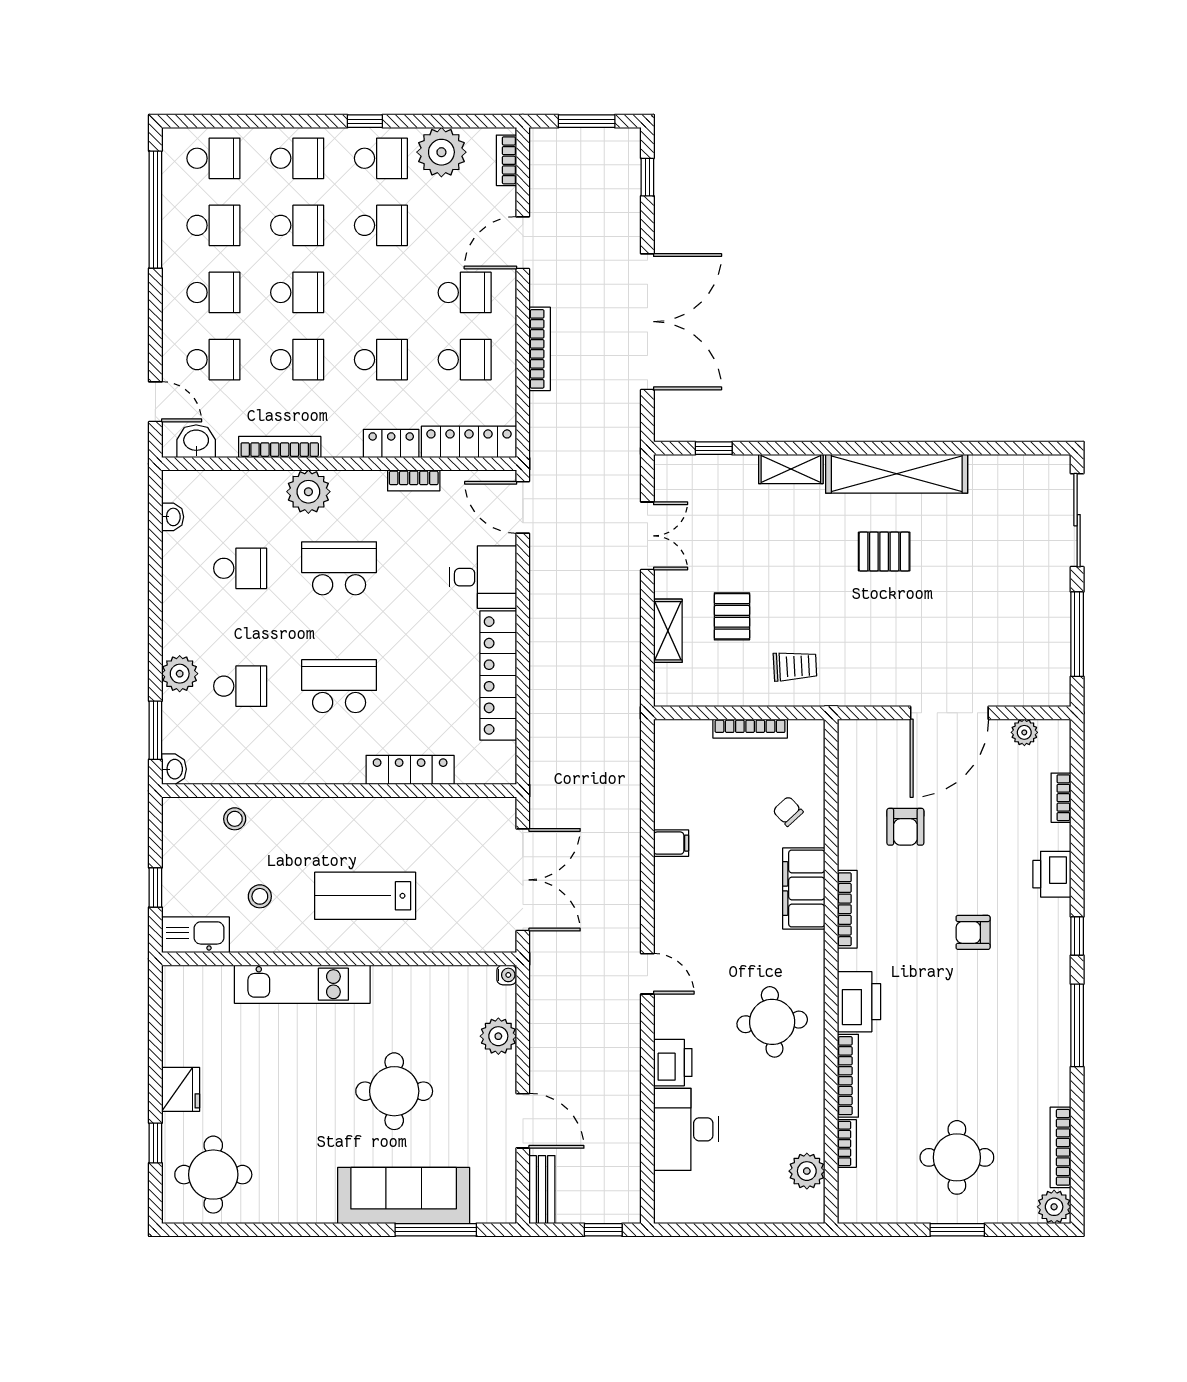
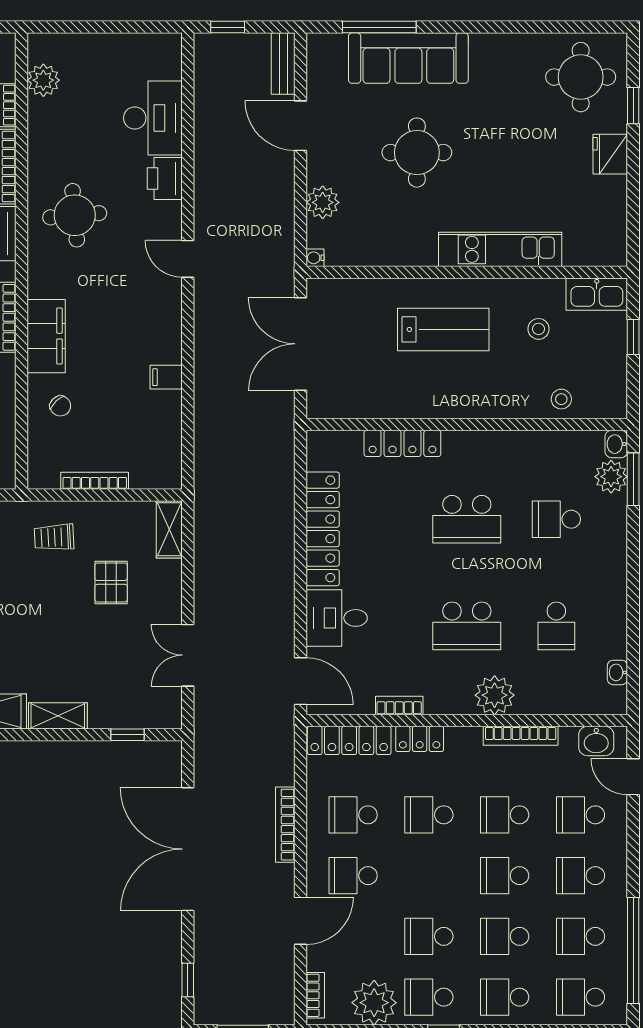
school desk: (240, 568) -> (556, 626), turned -90
shelving: (668, 631) -> (169, 529), moved
plant: (180, 674) -> (611, 477), moved

